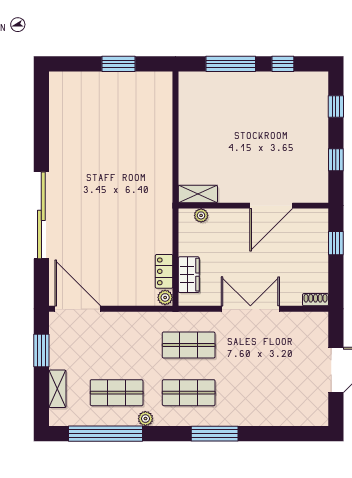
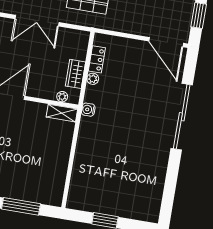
water cooler: (164, 204) -> (88, 110), added
wardrobe: (189, 275) -> (75, 74), moved
plant: (165, 297) -> (93, 79), moved

